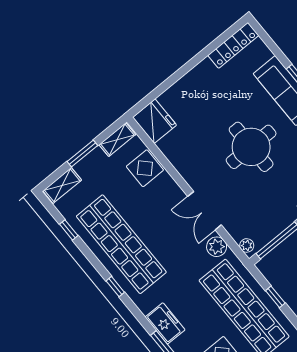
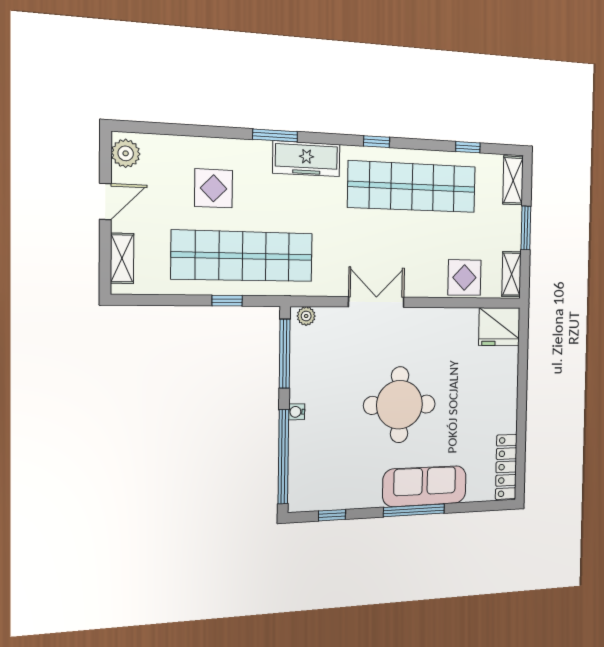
plant: (217, 247) -> (331, 283), removed
freezer: (165, 323) -> (306, 159), width x1.40

